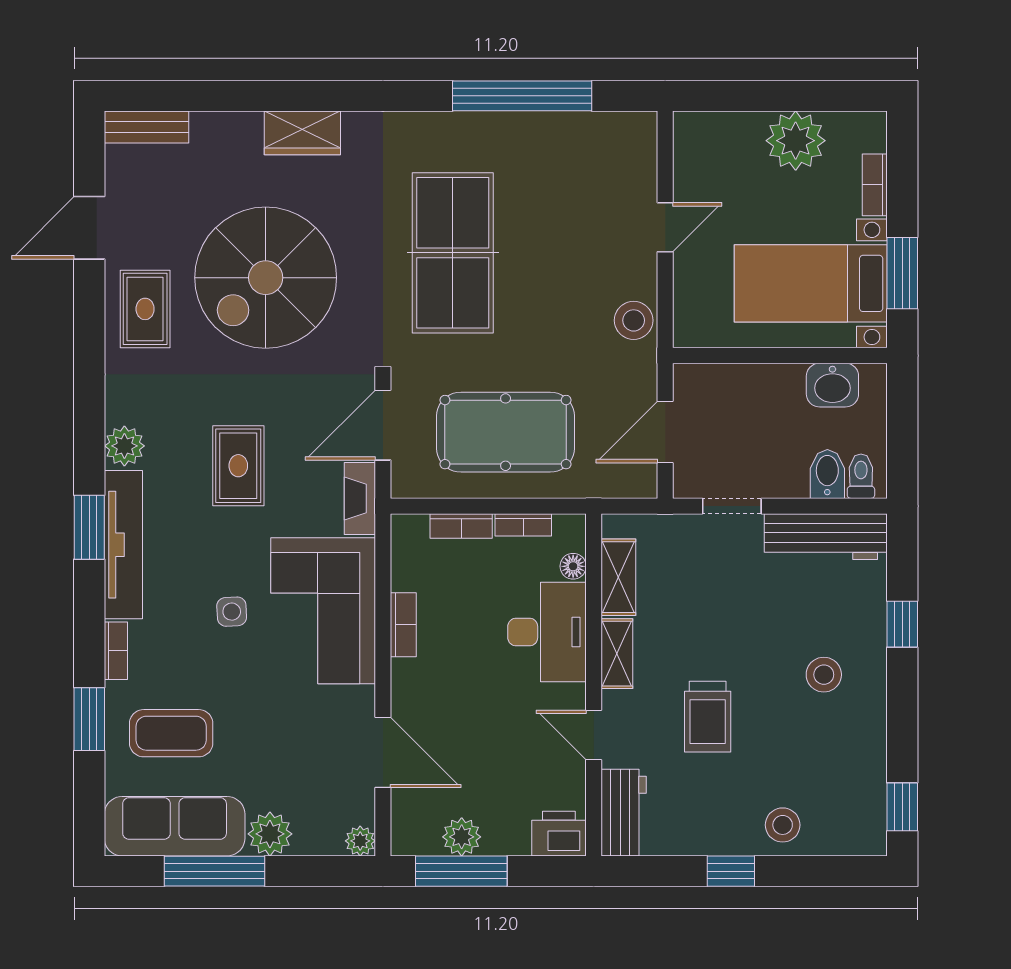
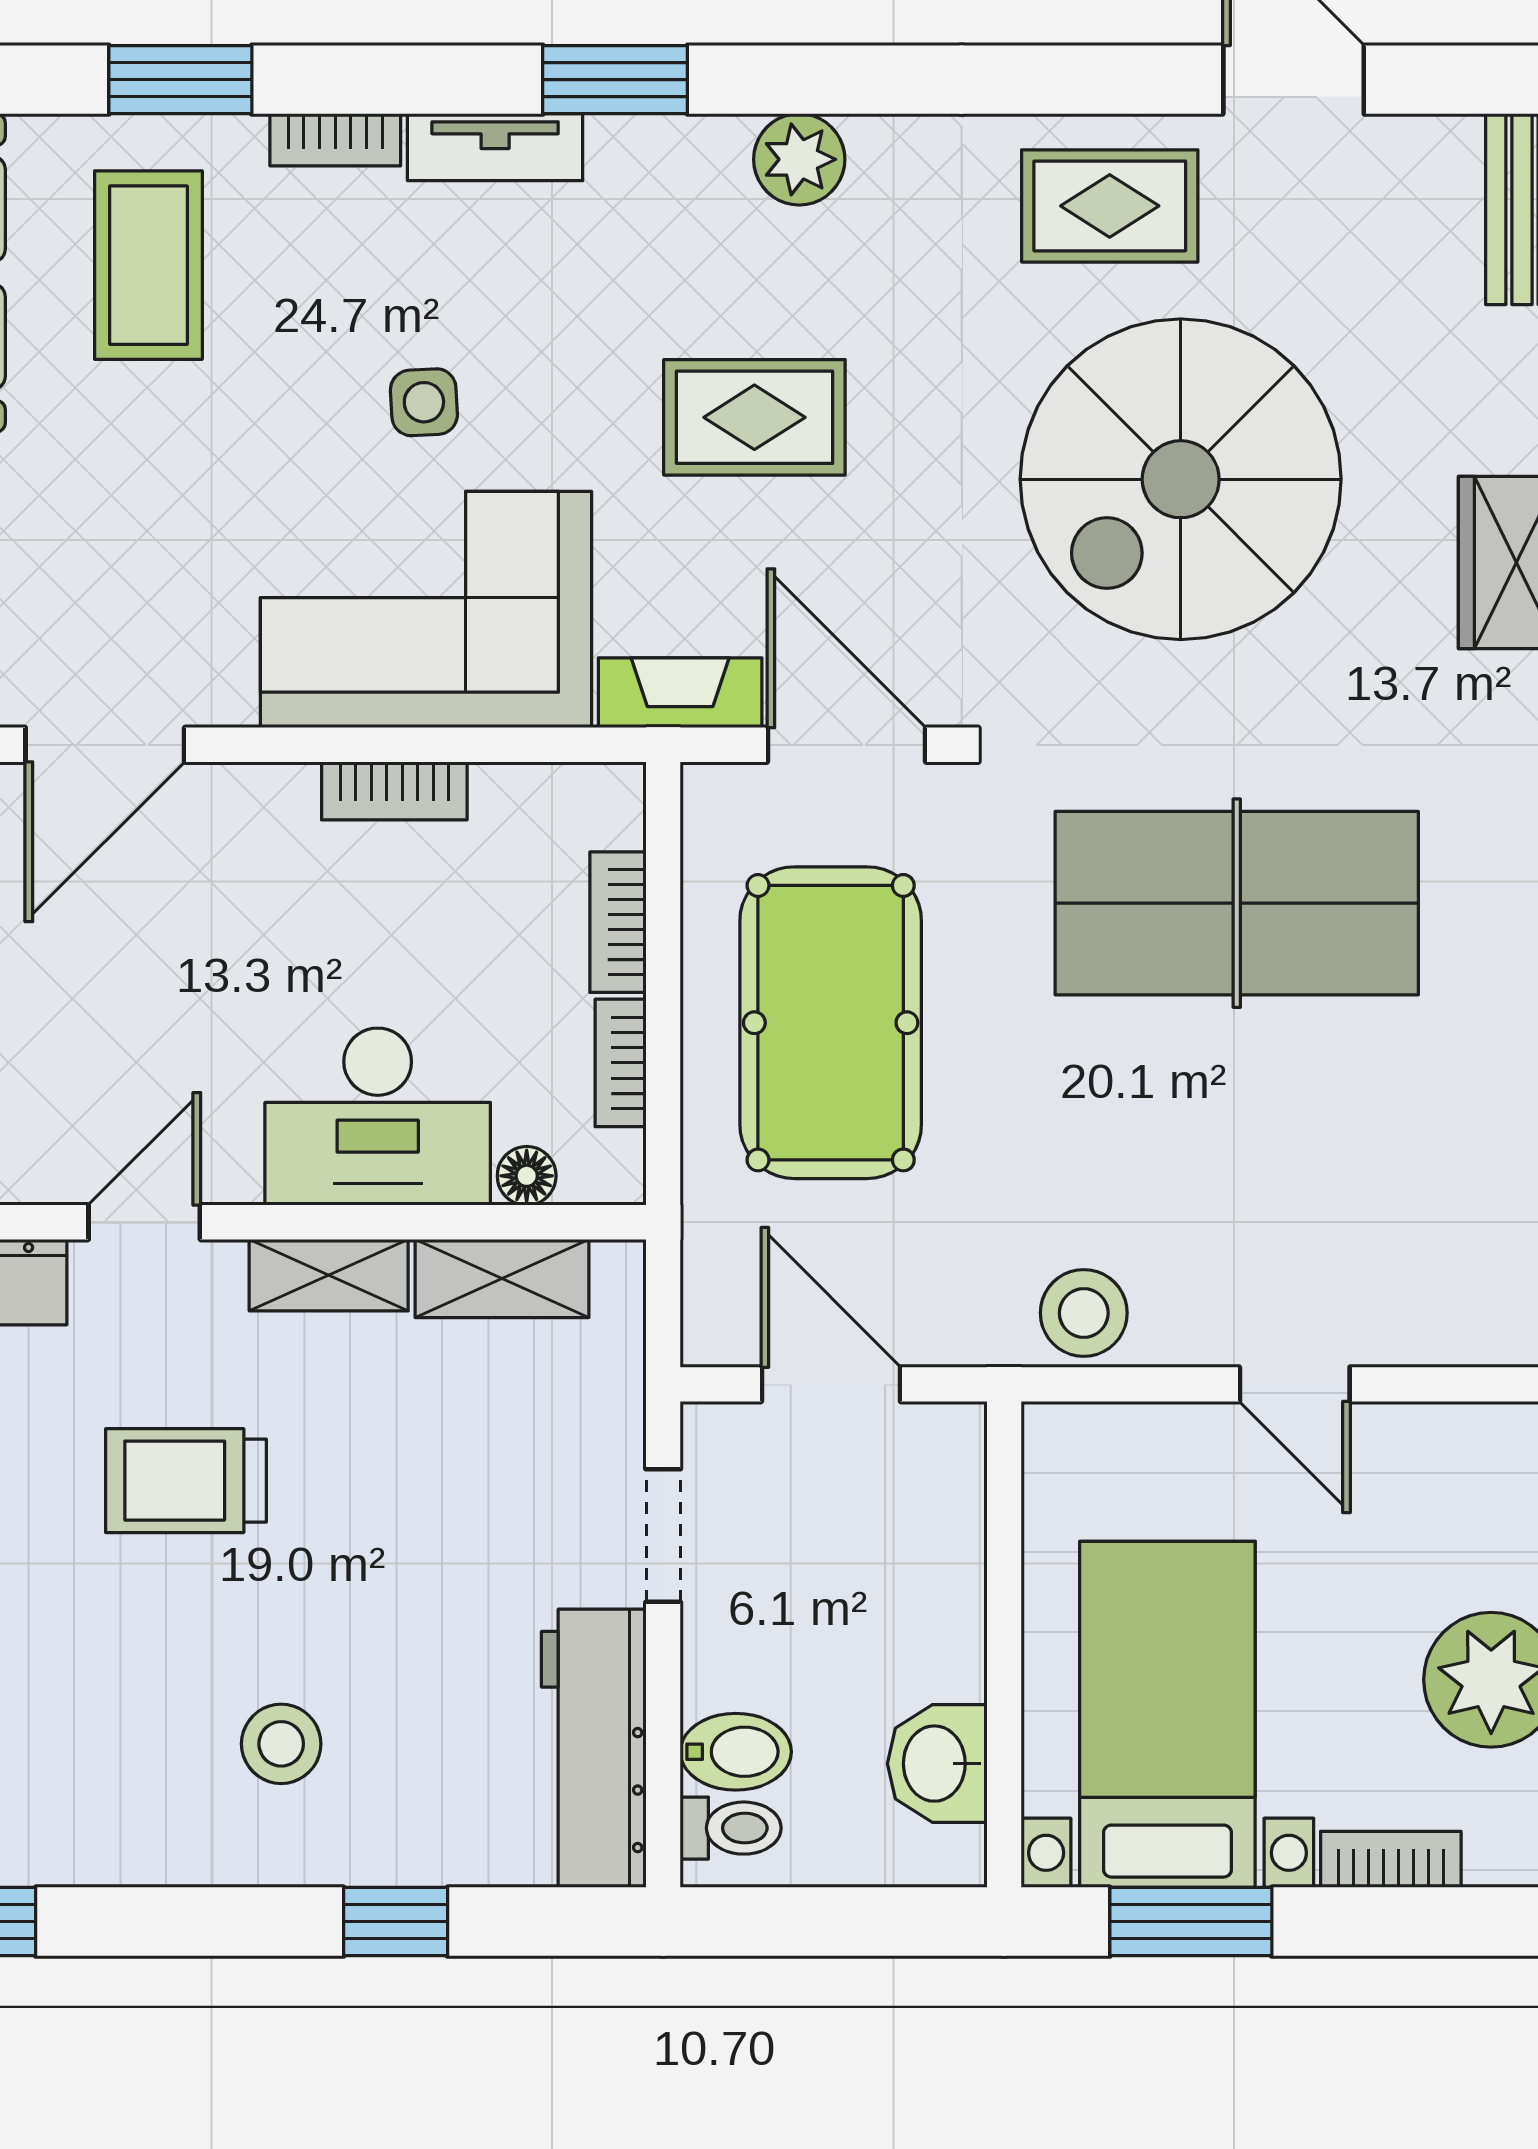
spiral stairs: (266, 278) -> (1181, 479), turned -90
tv unit: (123, 545) -> (495, 147), width x0.52, depth x0.78

